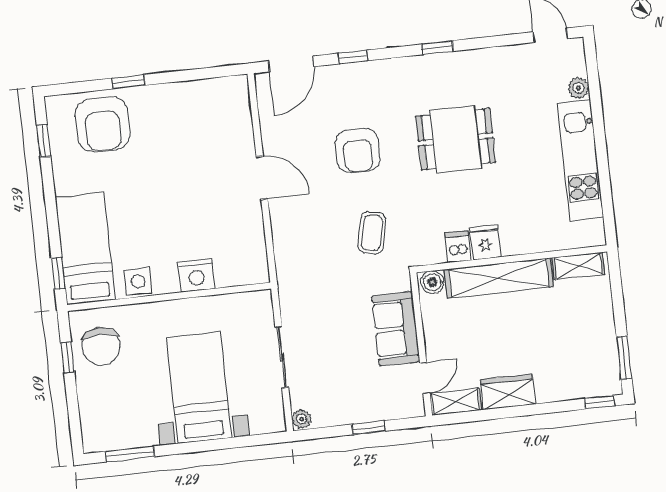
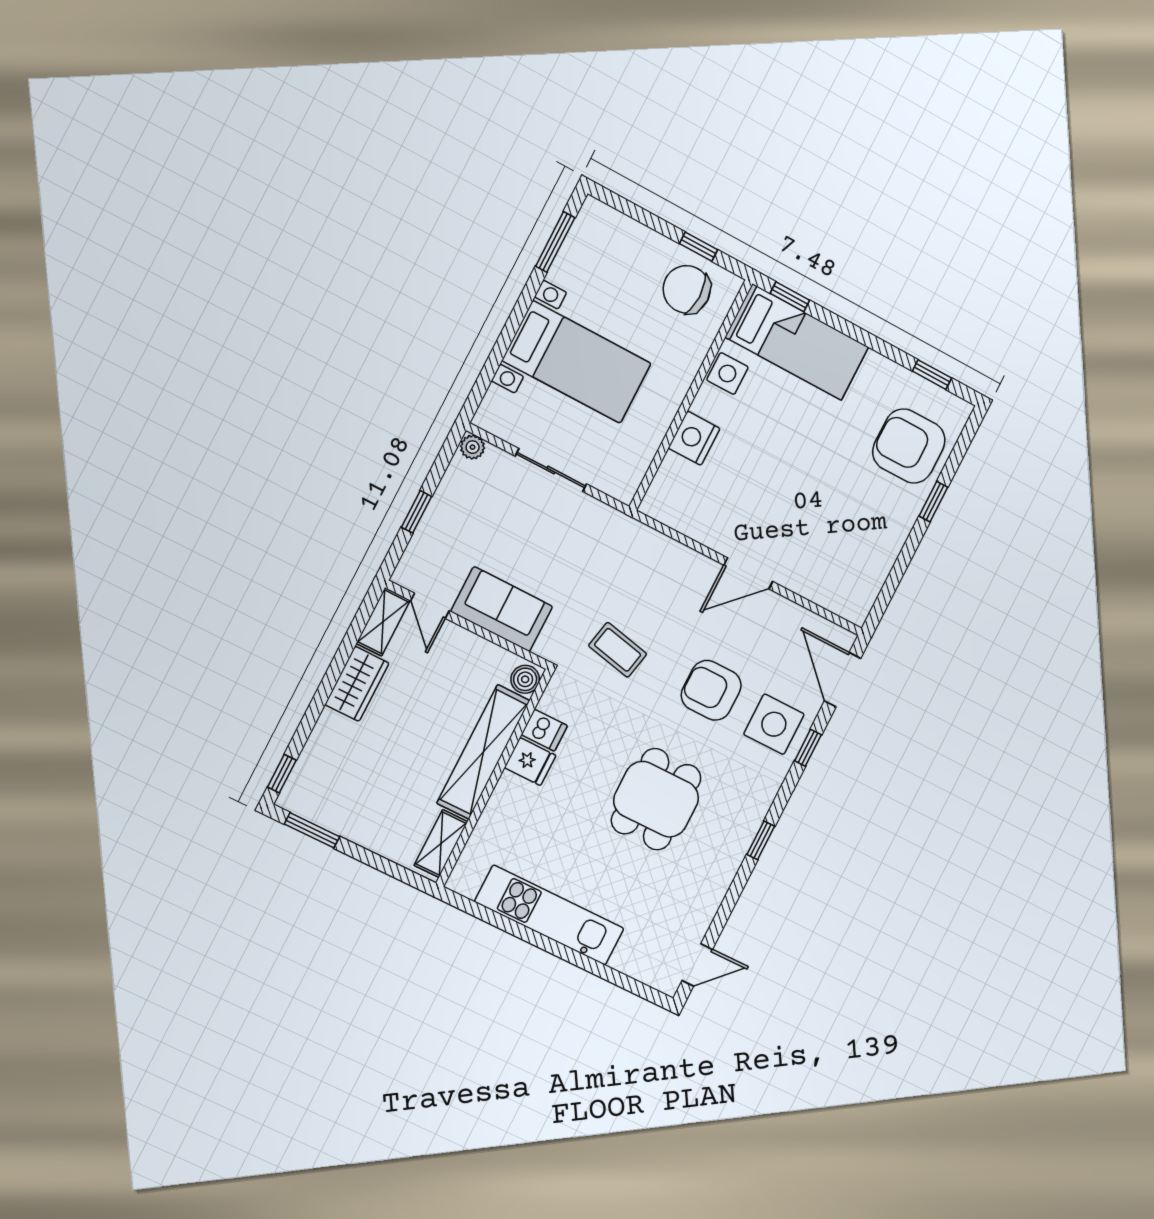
plant: (579, 88) -> (625, 960), removed
side table: (352, 92) -> (774, 724), added

